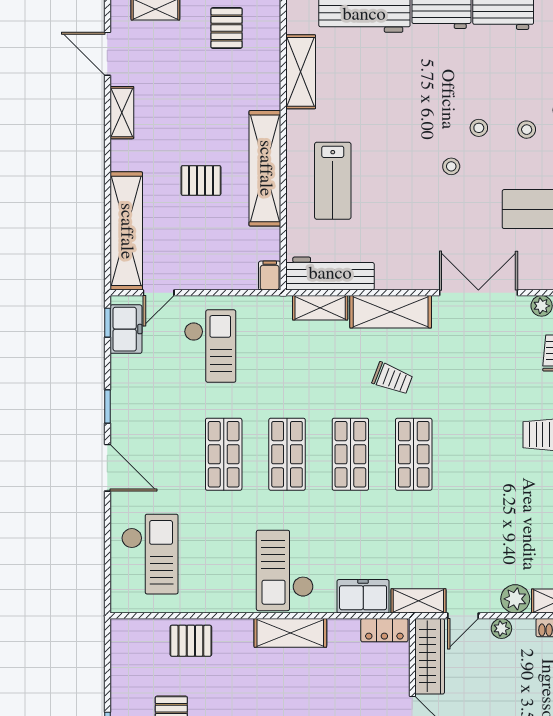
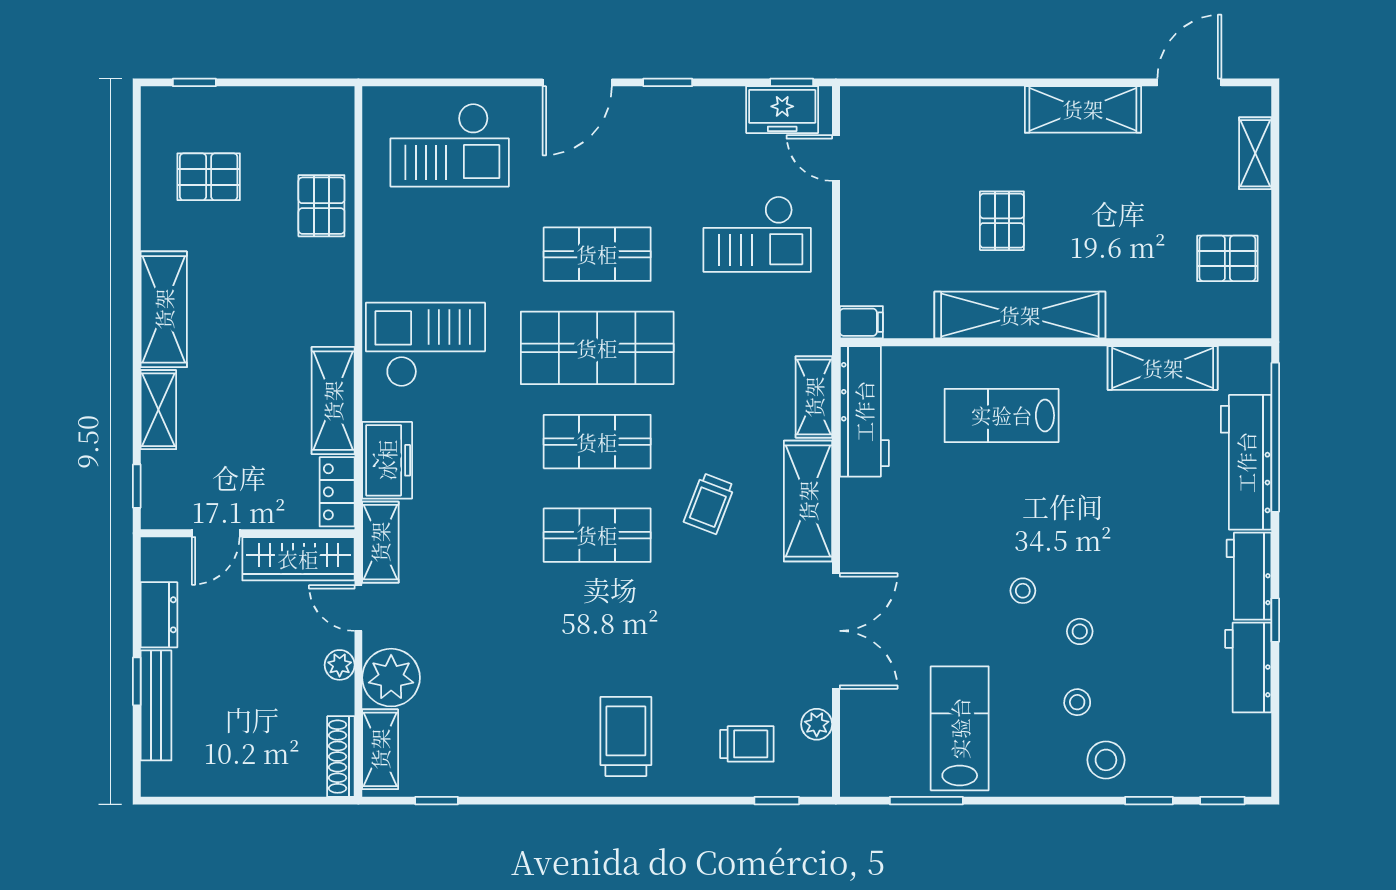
shelving: (122, 113) -> (1083, 109), width x1.50, depth x1.33
shelving: (126, 231) -> (927, 110), removed
shop shelf: (287, 454) -> (597, 348), width x1.43, depth x1.36
plant: (515, 599) -> (391, 678), width x1.36, depth x1.36
shelving: (290, 633) -> (333, 401), moved

